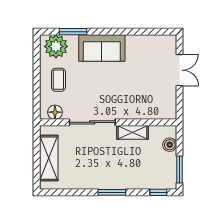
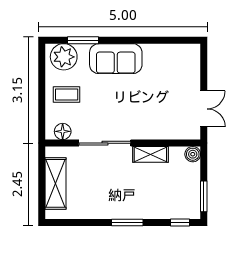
double door: (179, 70) -> (204, 109), moved
coffee table: (58, 80) -> (67, 95), turned 90
boiler: (170, 145) -> (193, 154), moved

